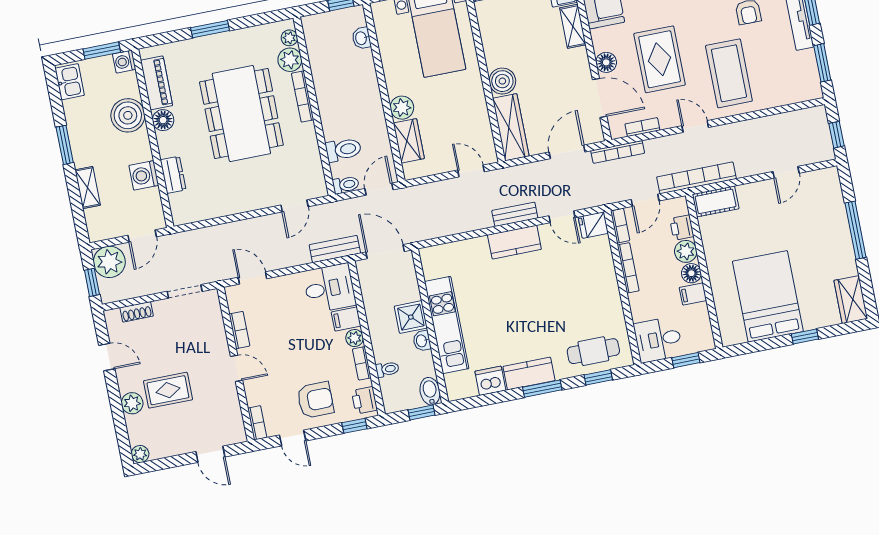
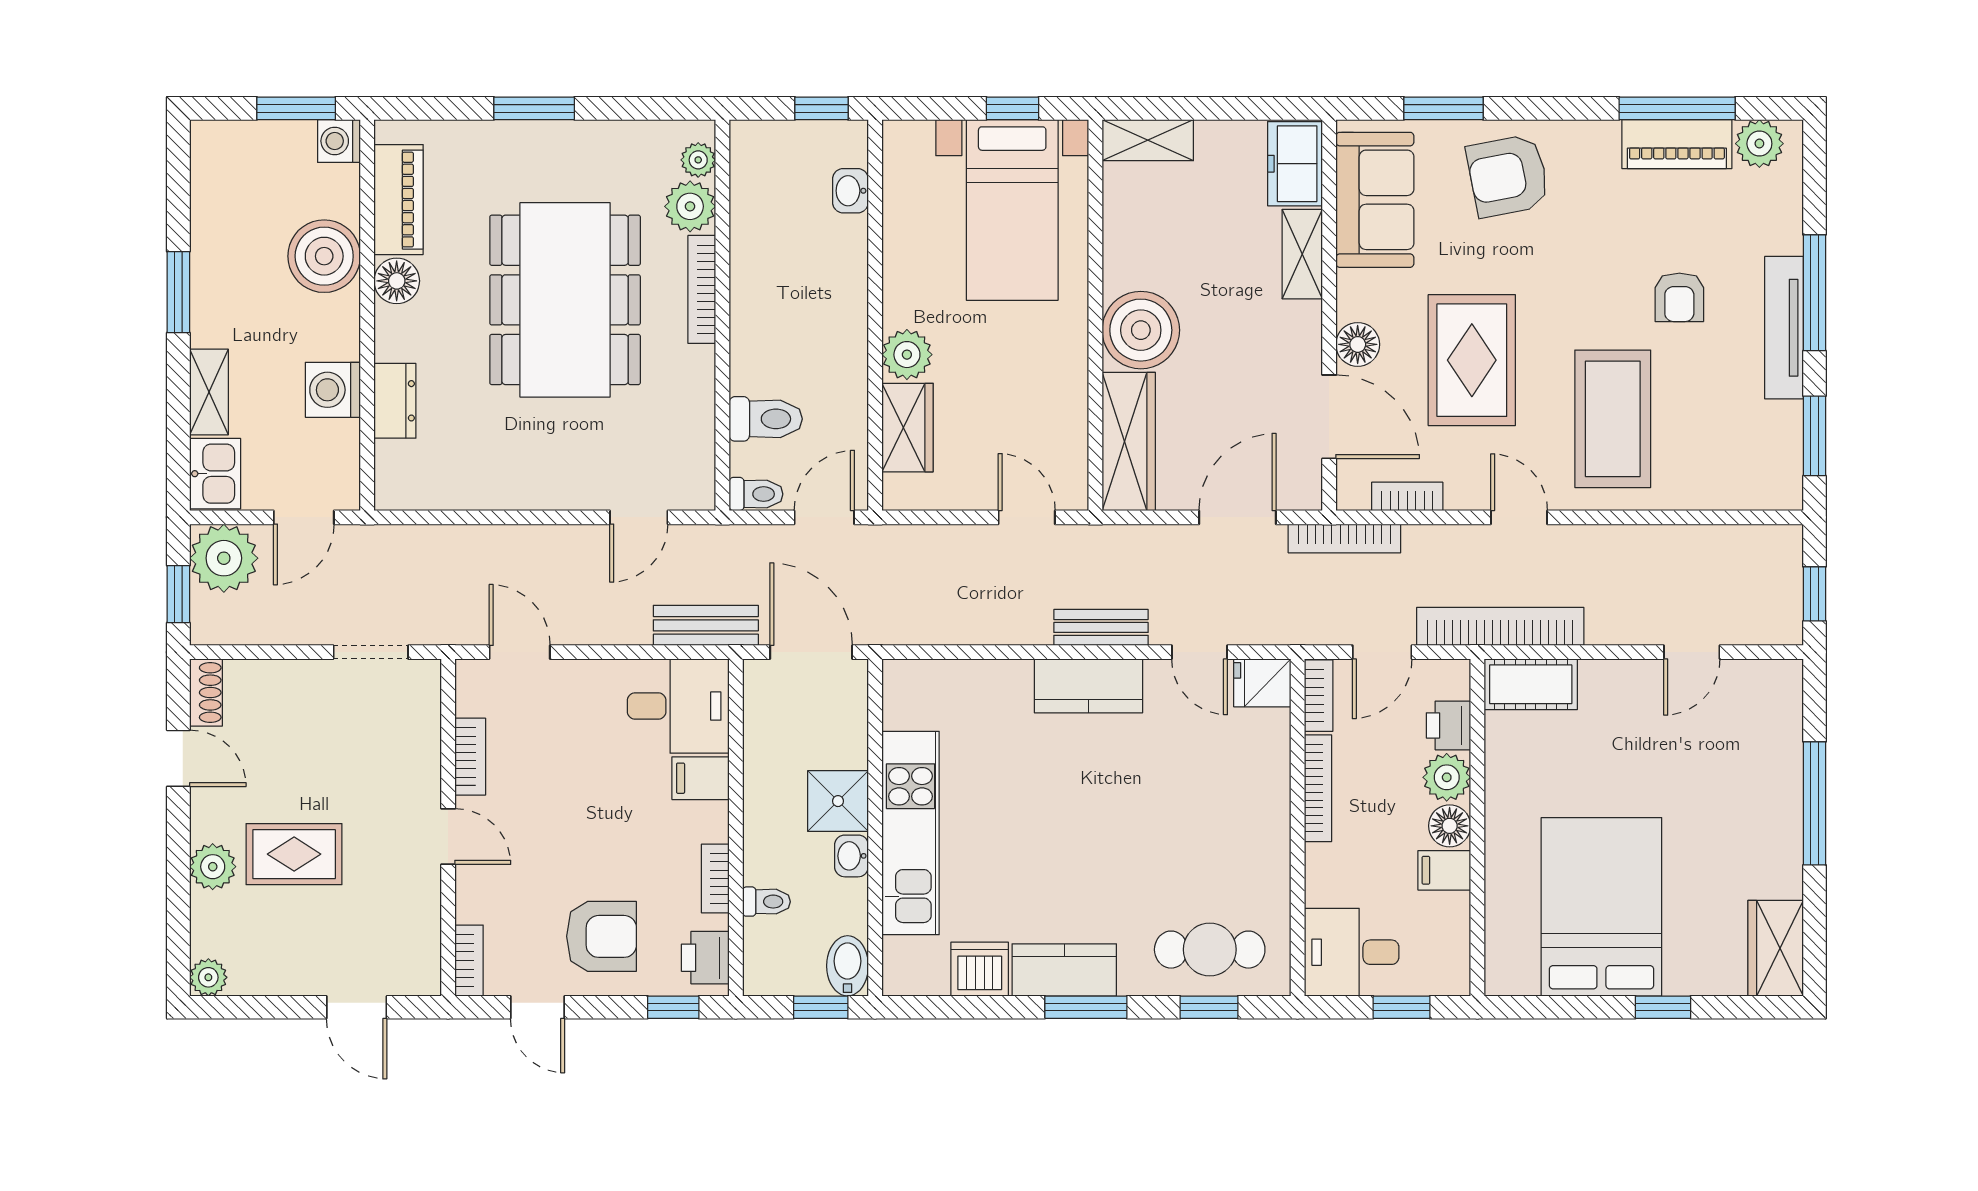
boiler: (502, 81) -> (1141, 330), width x1.37, depth x1.37
kitchen sink: (70, 82) -> (215, 474), moved
shoe rack: (137, 312) -> (206, 693), moved, turned -90
plant: (355, 338) -> (710, 822), removed

